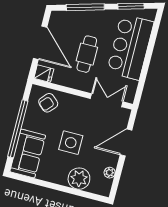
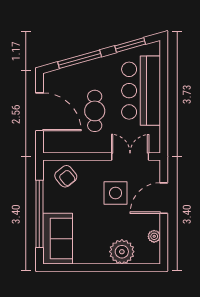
fridge: (44, 74) -> (53, 145), removed
armchair: (48, 103) -> (66, 176), turned -81
side table: (71, 143) -> (116, 193), moved

